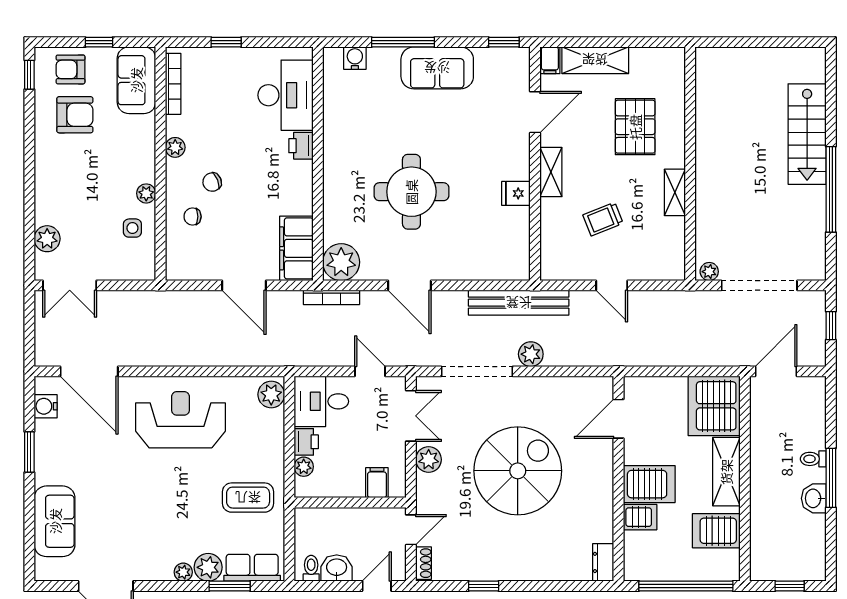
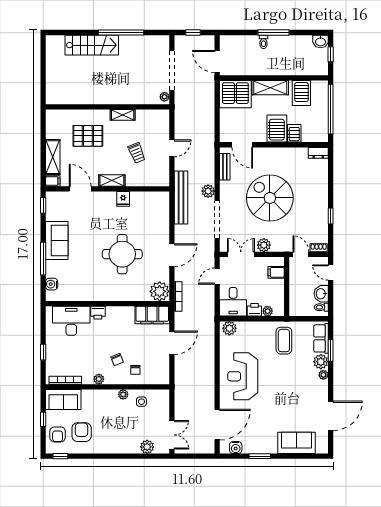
bench: (577, 386) -> (225, 167), added
washbasin: (814, 498) -> (320, 42), moved

